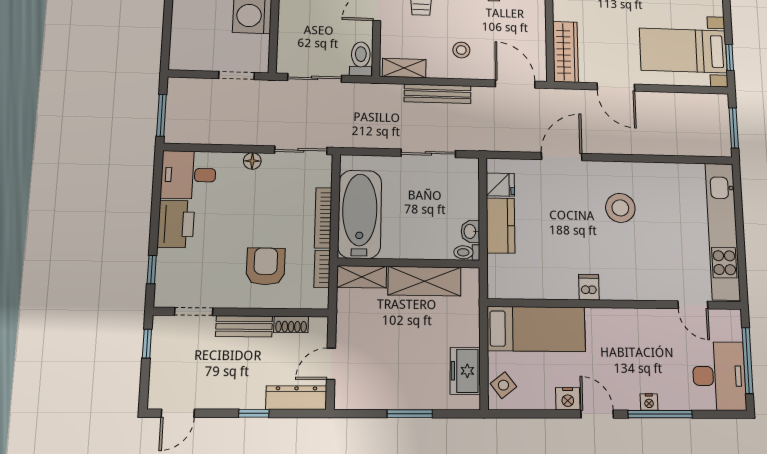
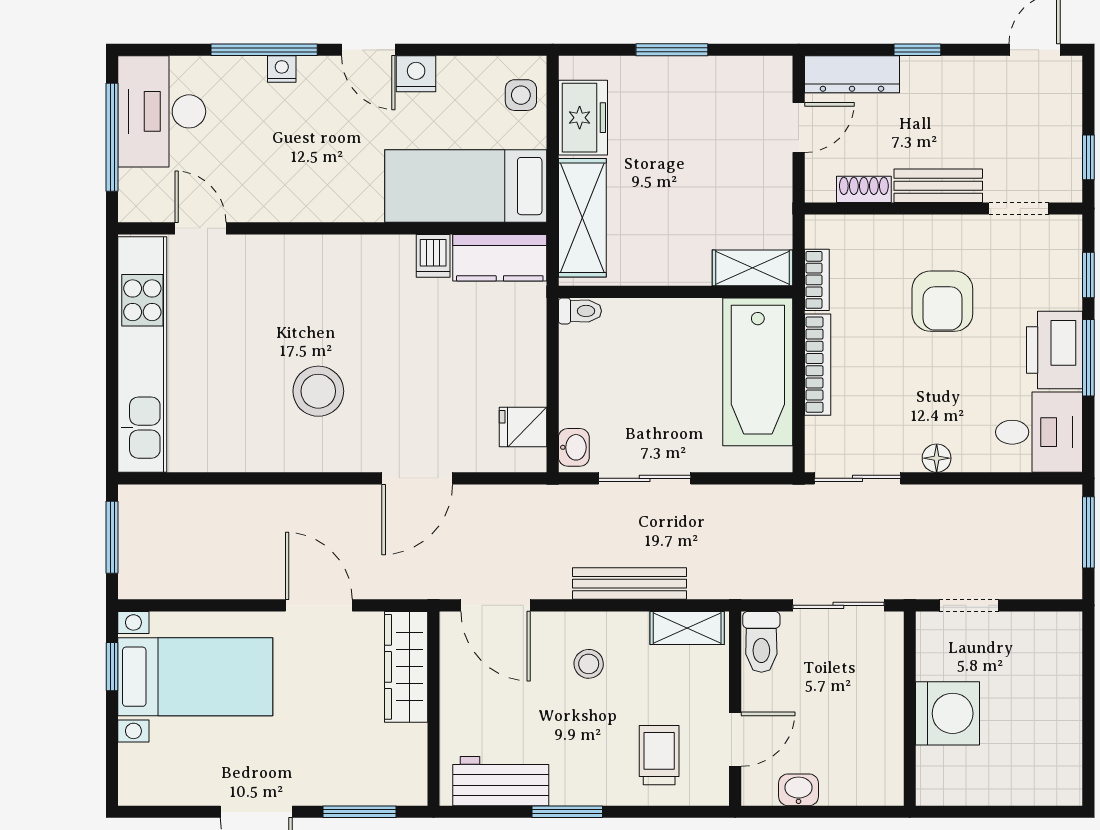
window: (155, 219) -> (1088, 358), added
kitchen counter: (501, 225) -> (500, 258), moved, turned -90
washbasin: (470, 231) -> (574, 447), moved
armchair: (266, 266) -> (942, 301), moved
shelving: (424, 281) -> (582, 218), moved, turned 90
dishwasher: (589, 287) -> (433, 256), moved
side table: (503, 385) -> (521, 95), turned 38

